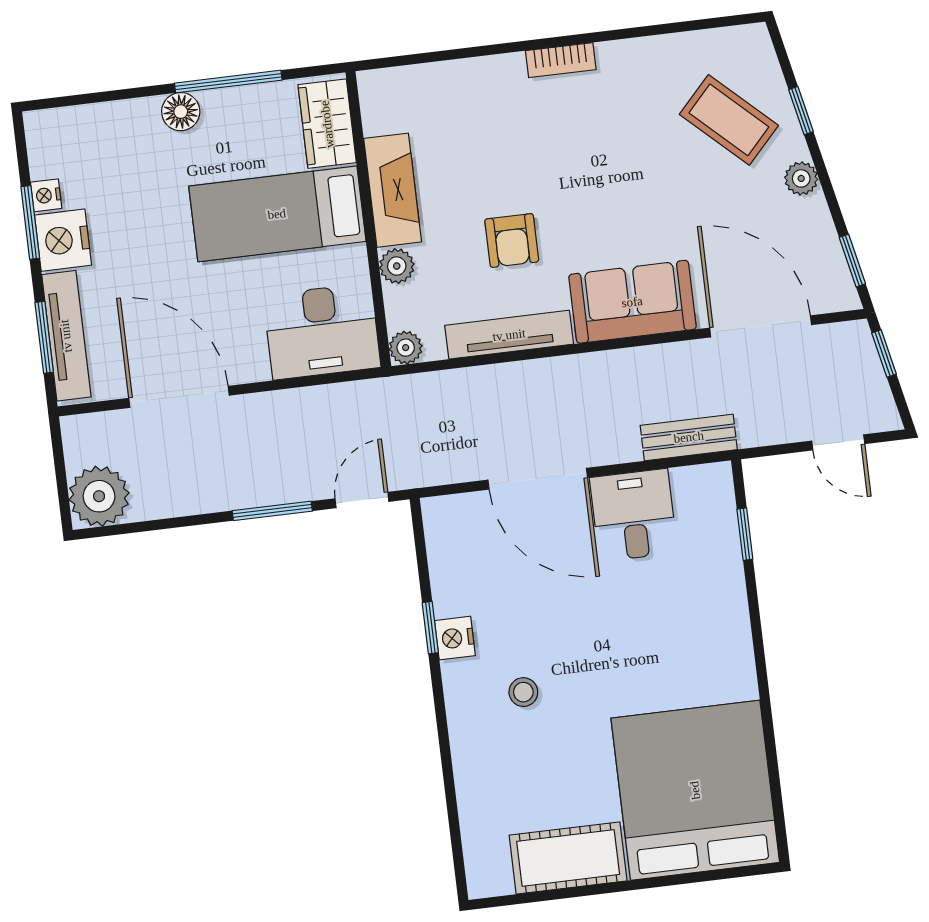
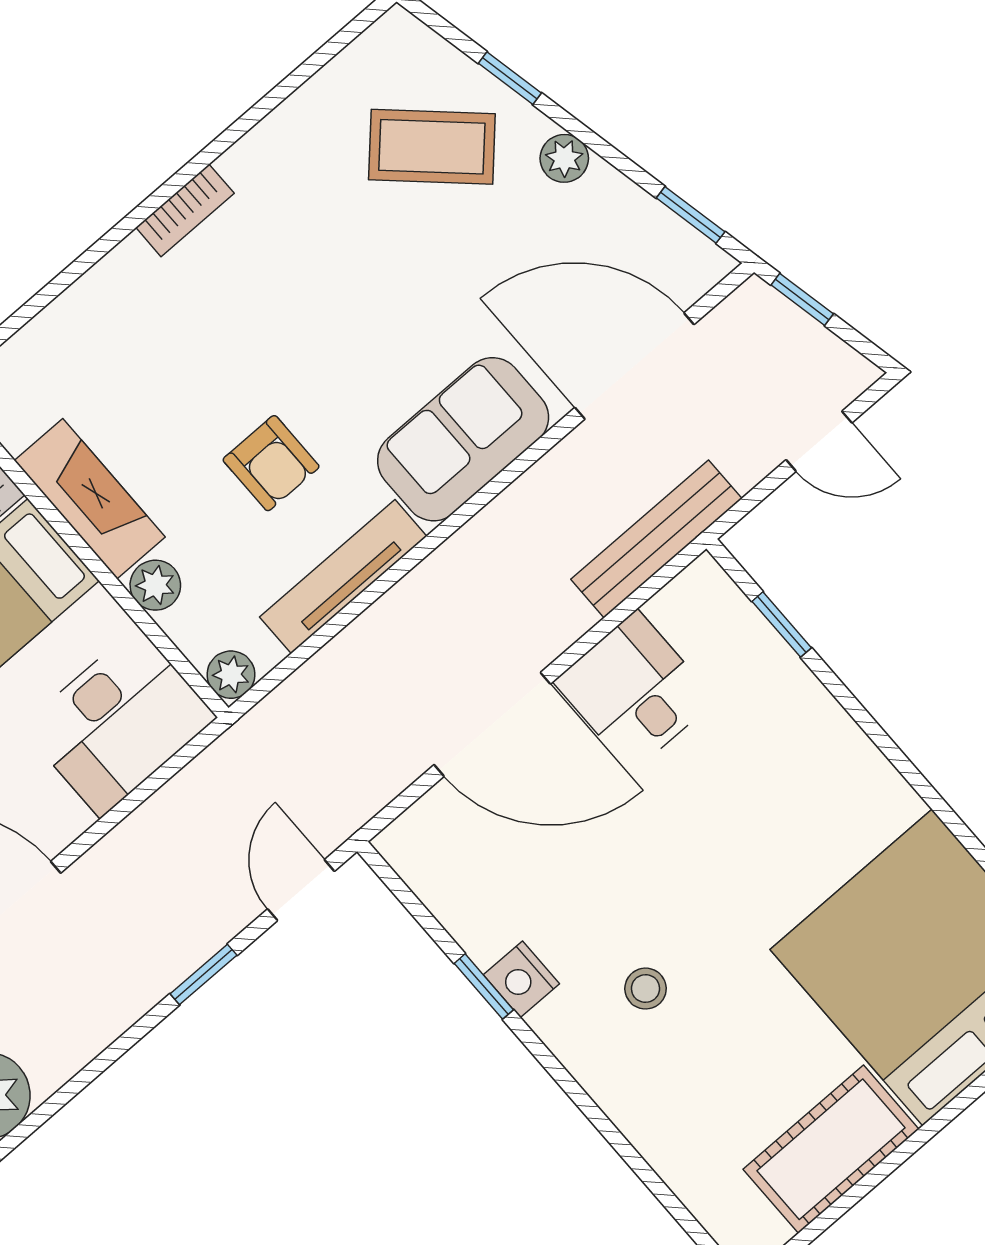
bench: (689, 437) -> (656, 539), width x1.36
window: (272, 511) -> (203, 975), width x0.67

